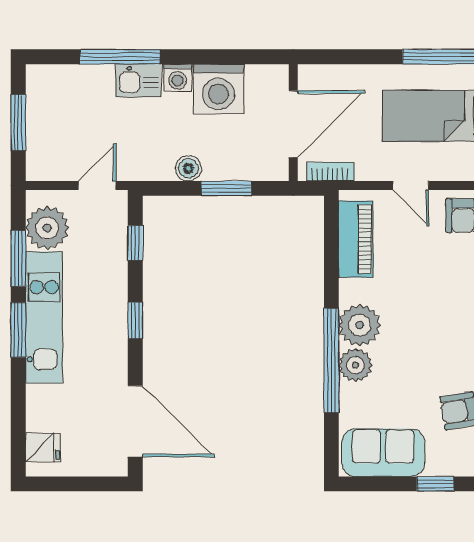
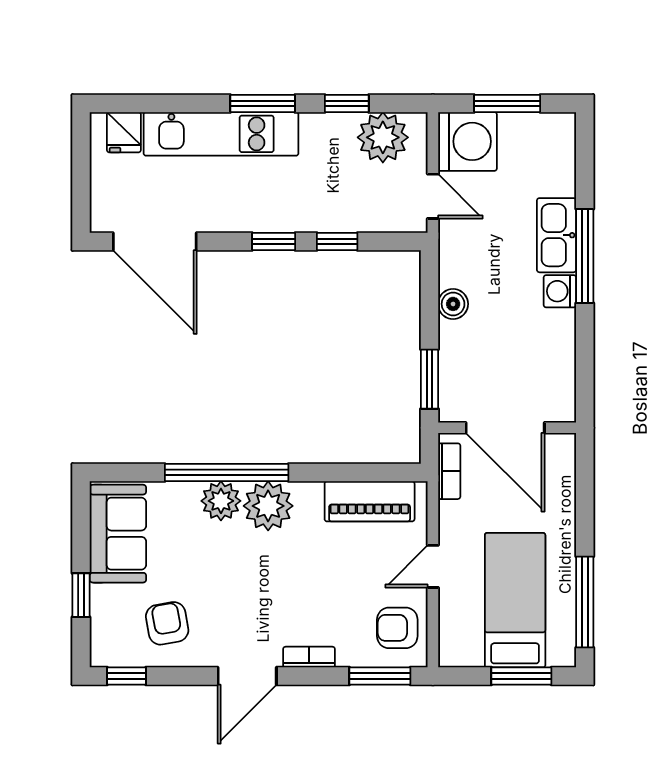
window: (120, 57) -> (585, 256), moved
kitchen sink: (139, 81) -> (556, 235), width x1.38
washing machine: (219, 89) -> (467, 141), moved, turned 180
window: (226, 188) -> (429, 379), moved
window: (135, 243) -> (337, 241), moved
window: (18, 258) -> (347, 103), width x0.67
kitchen unit: (44, 317) -> (221, 134), moved
door: (135, 421) -> (155, 241), hinge flipped

